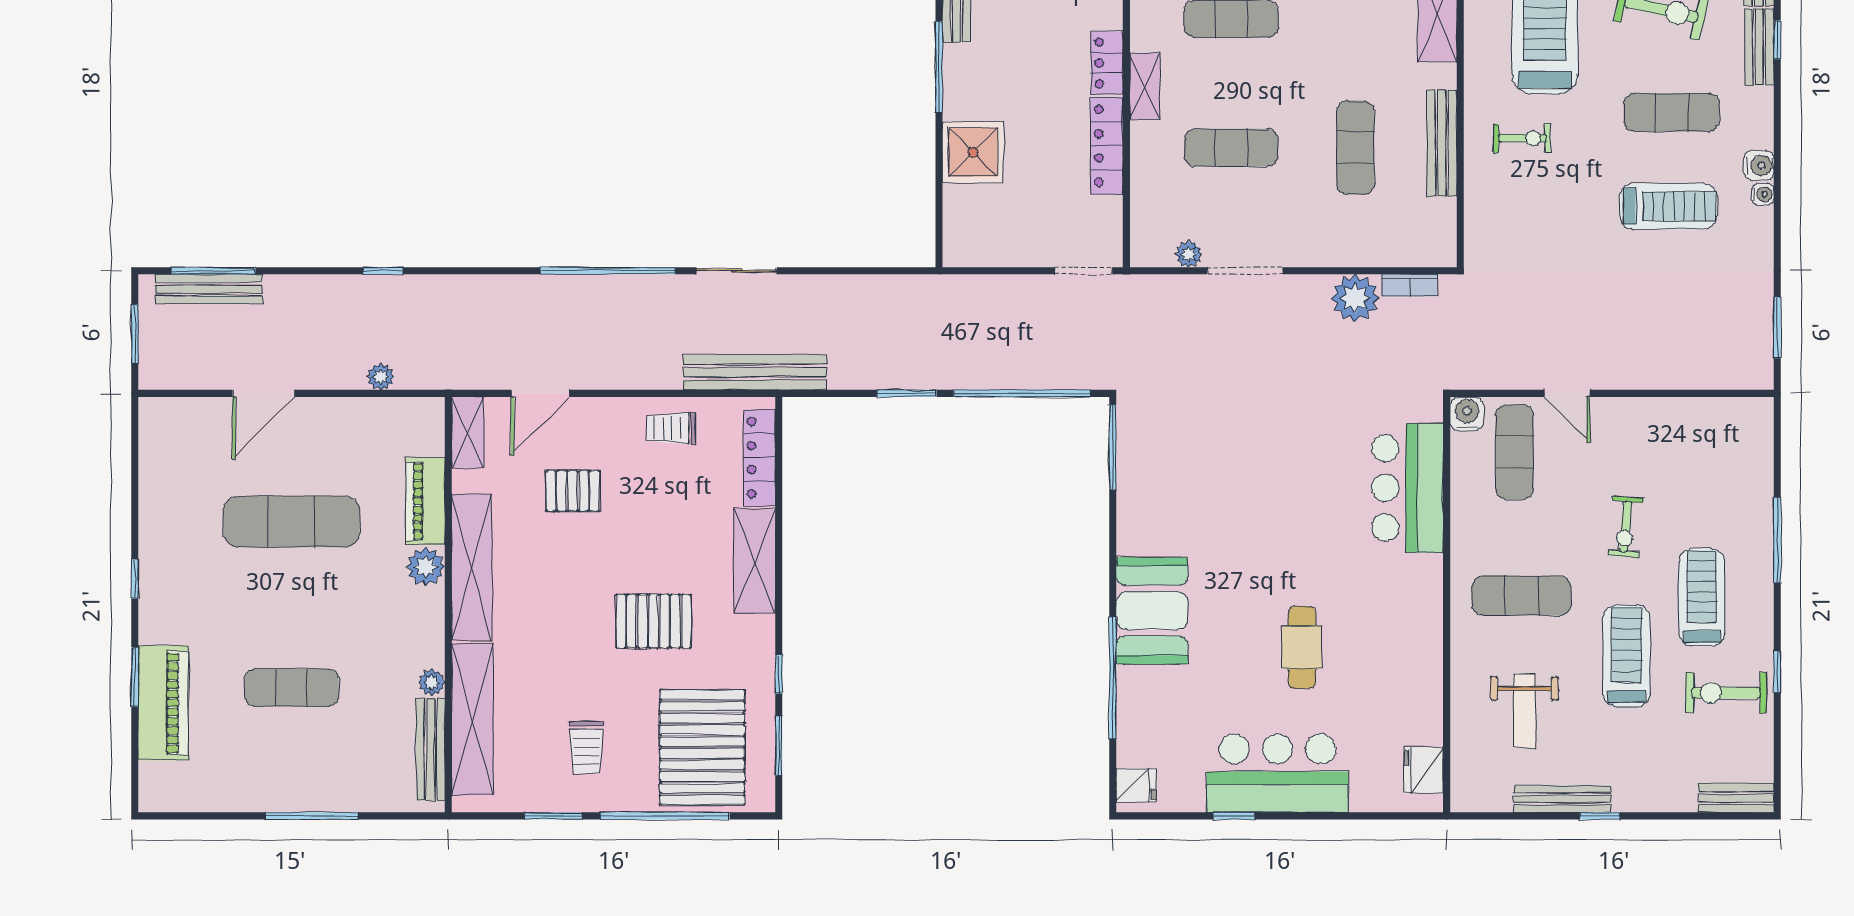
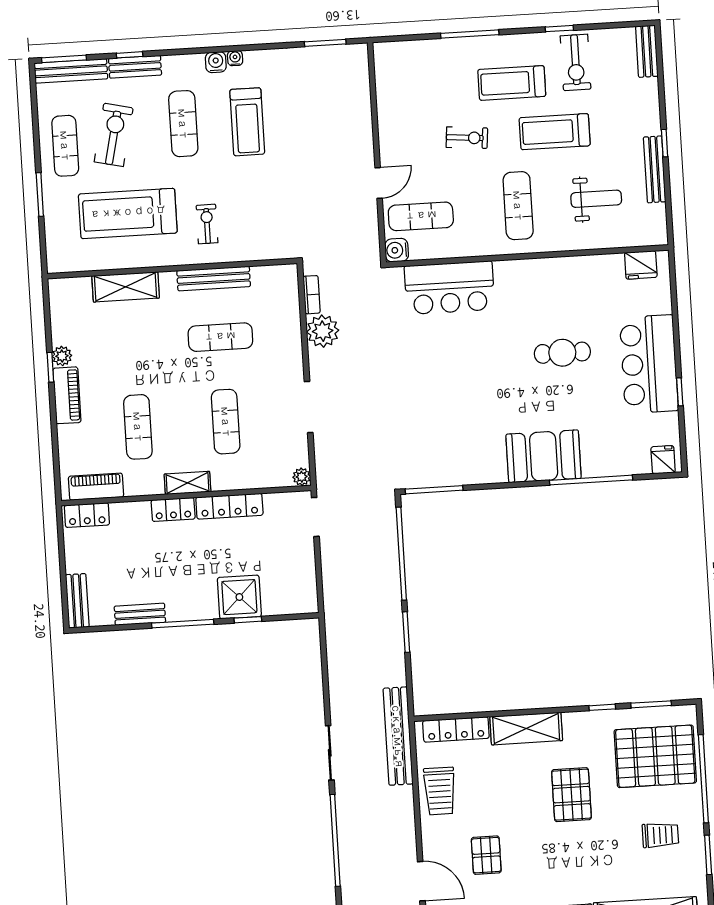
window: (939, 163) -> (248, 620), added
treadmill: (1669, 206) -> (247, 122), turned 180
plant: (1189, 254) -> (302, 477), moved
trolley: (671, 428) -> (440, 791), width x1.36, depth x1.39

